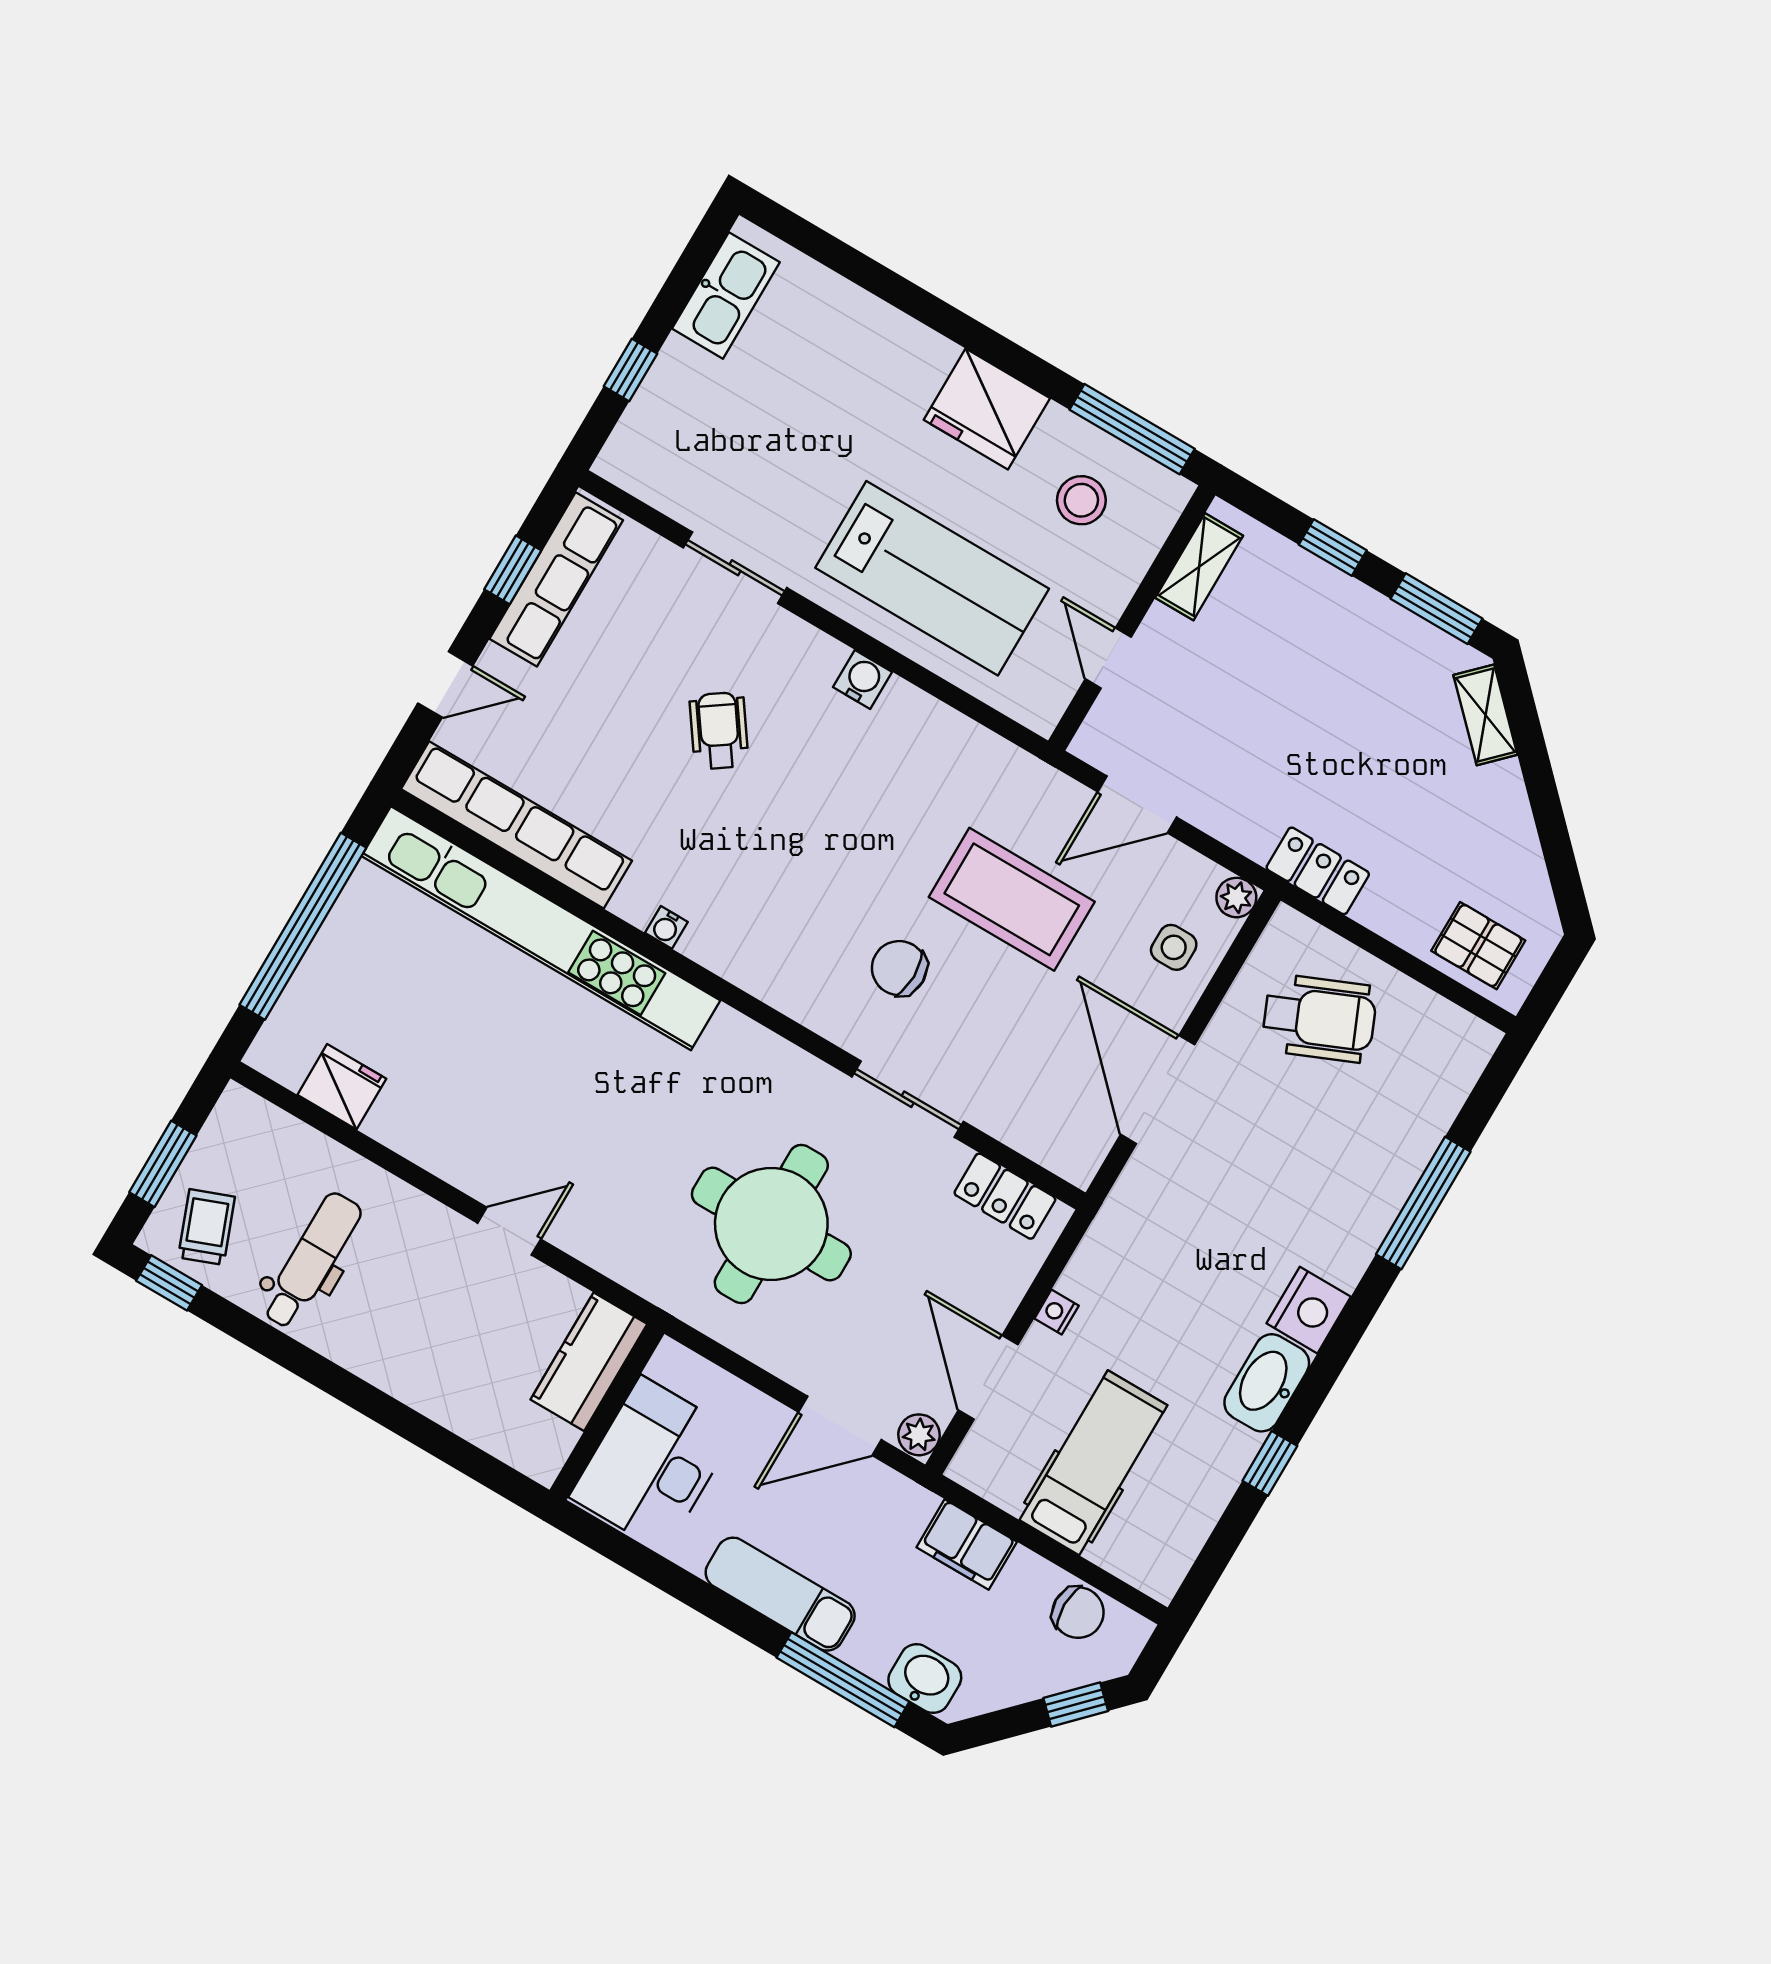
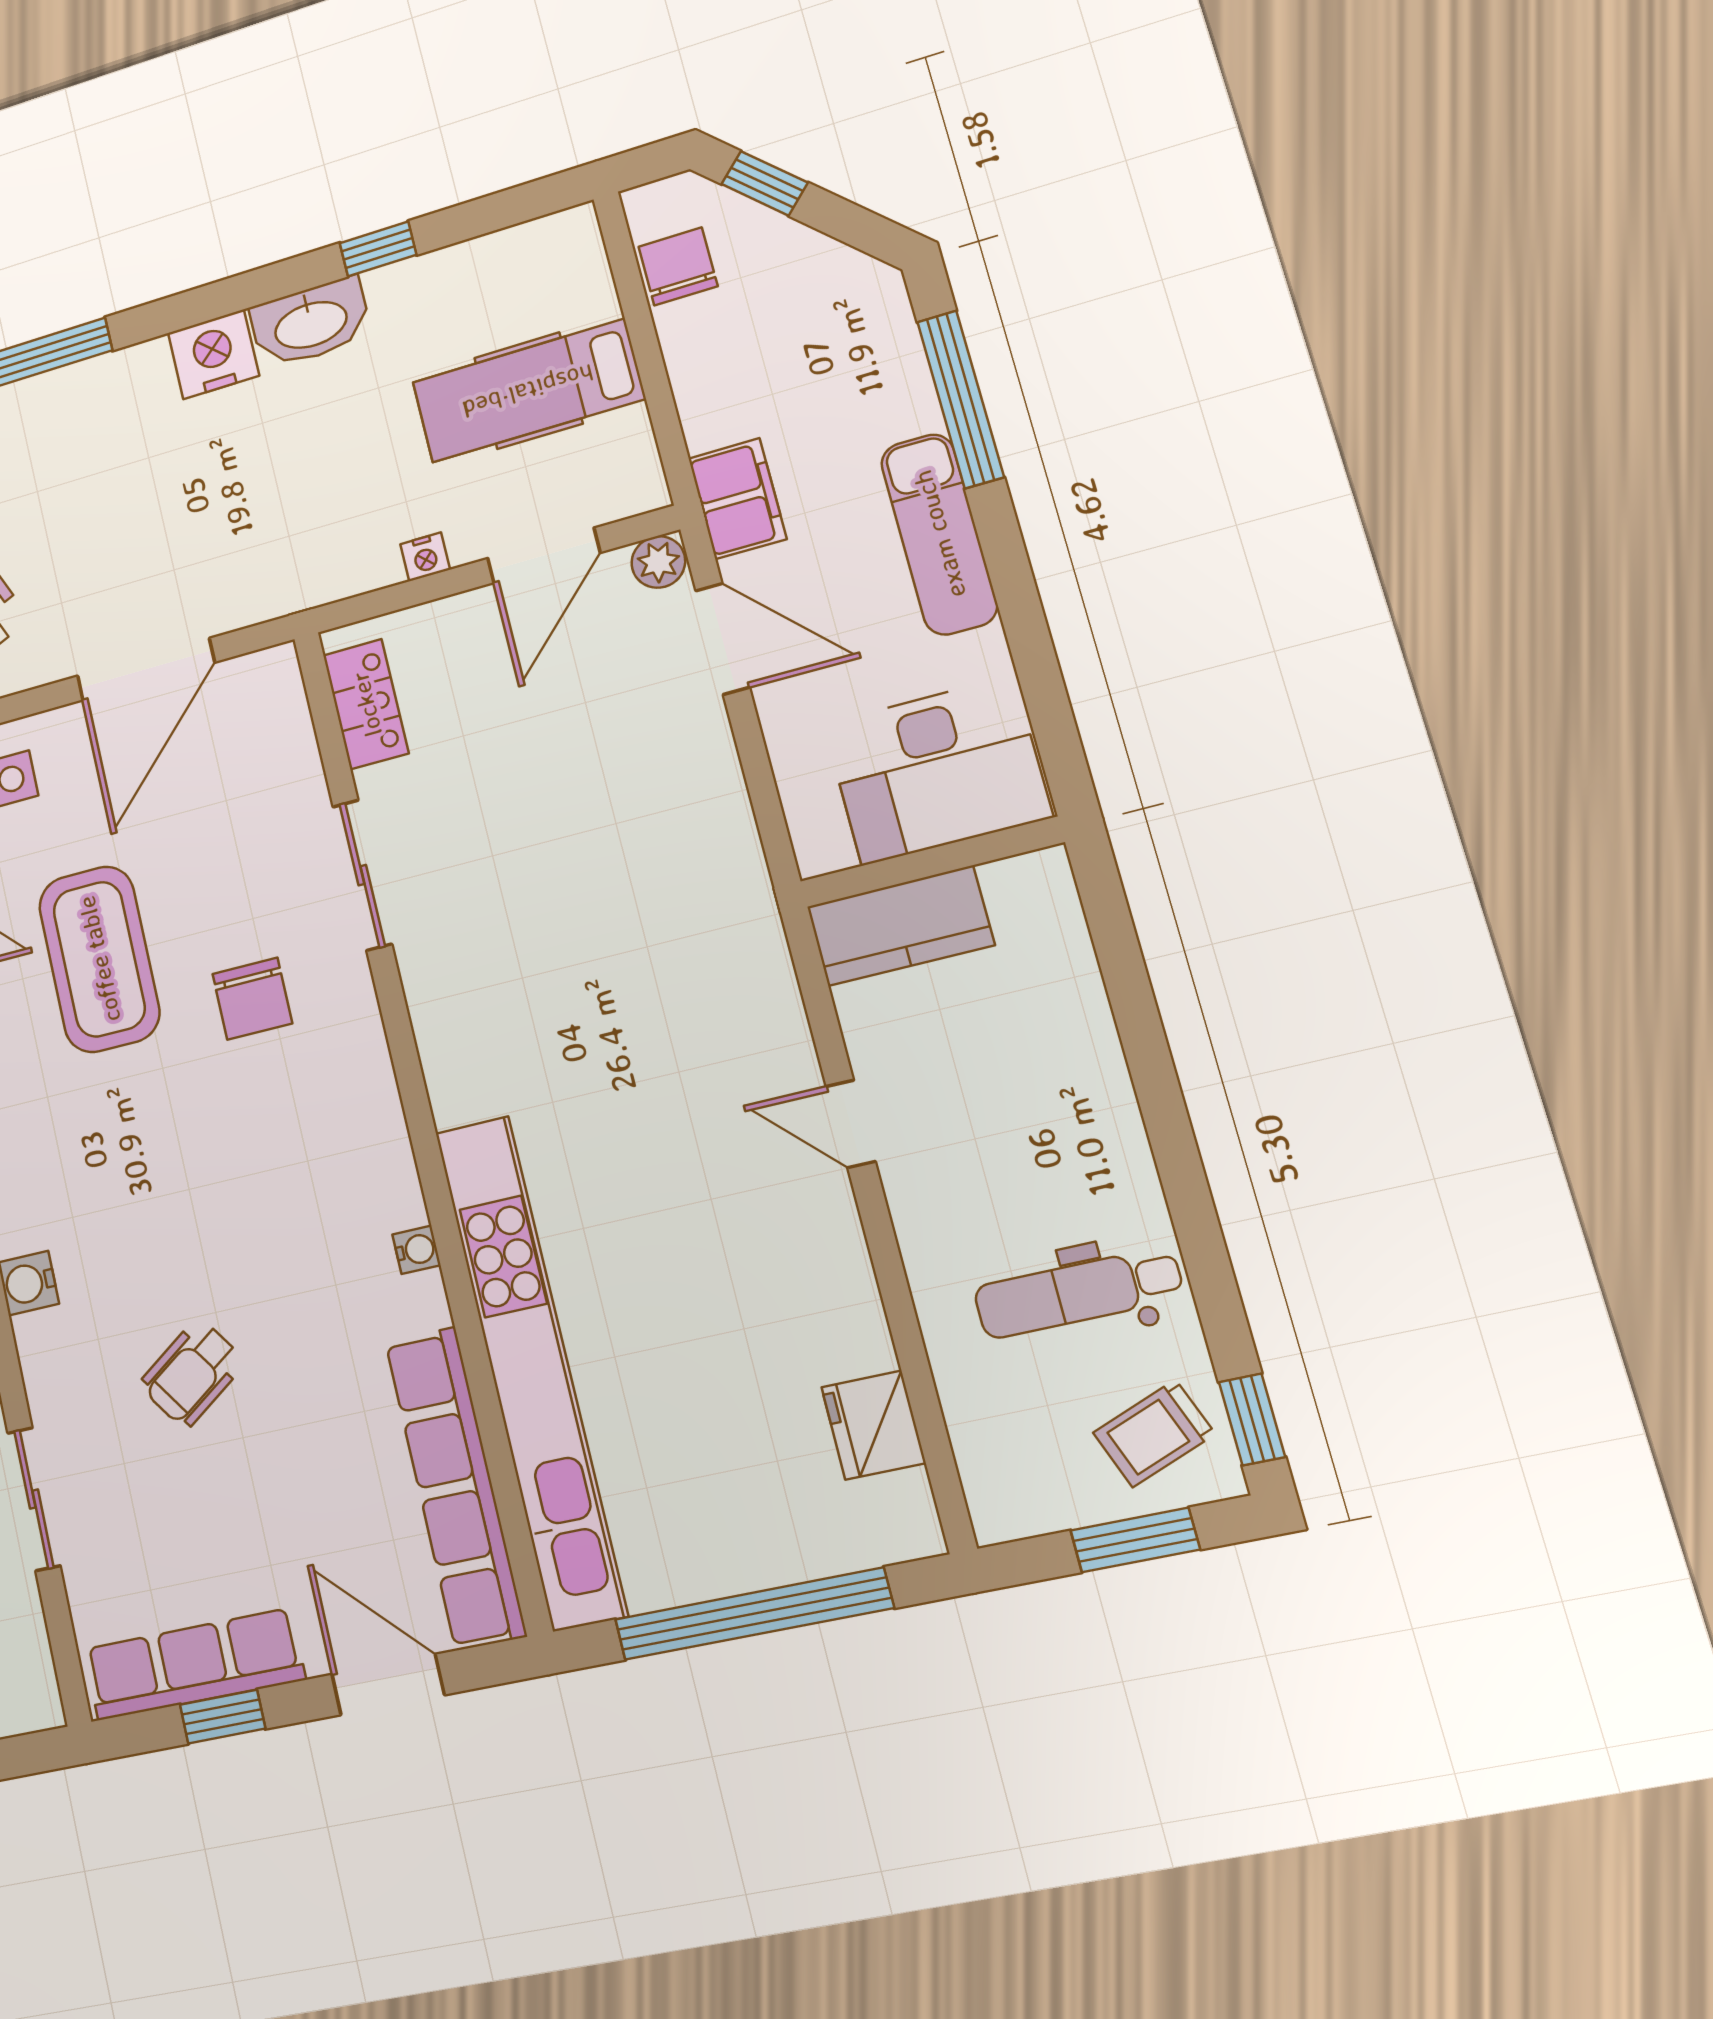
door: (445, 684) -> (388, 1685), width x1.38
round table: (771, 1224) -> (597, 885), removed
filing cabinet: (967, 1545) -> (737, 499), moved
washbasin: (925, 1679) -> (881, 331), removed

